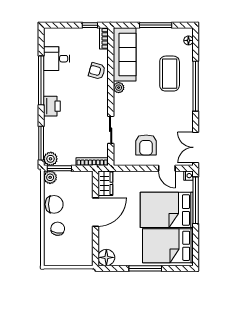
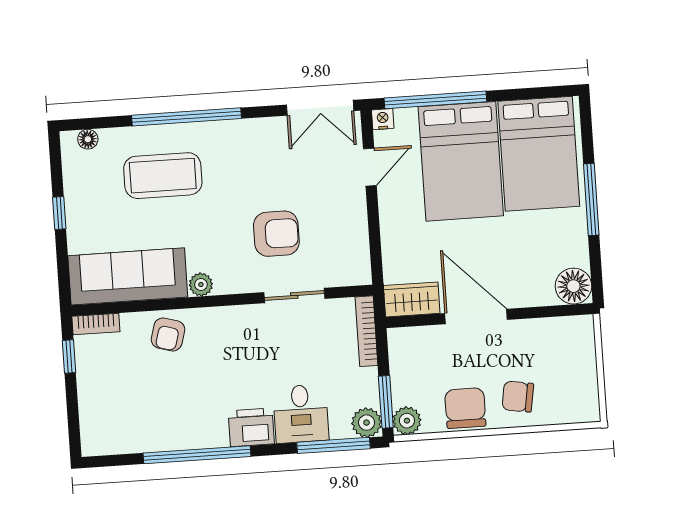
window: (156, 25) -> (59, 213), width x0.46
desk: (57, 59) -> (301, 414), moved
armchair: (146, 145) -> (276, 234), moved

